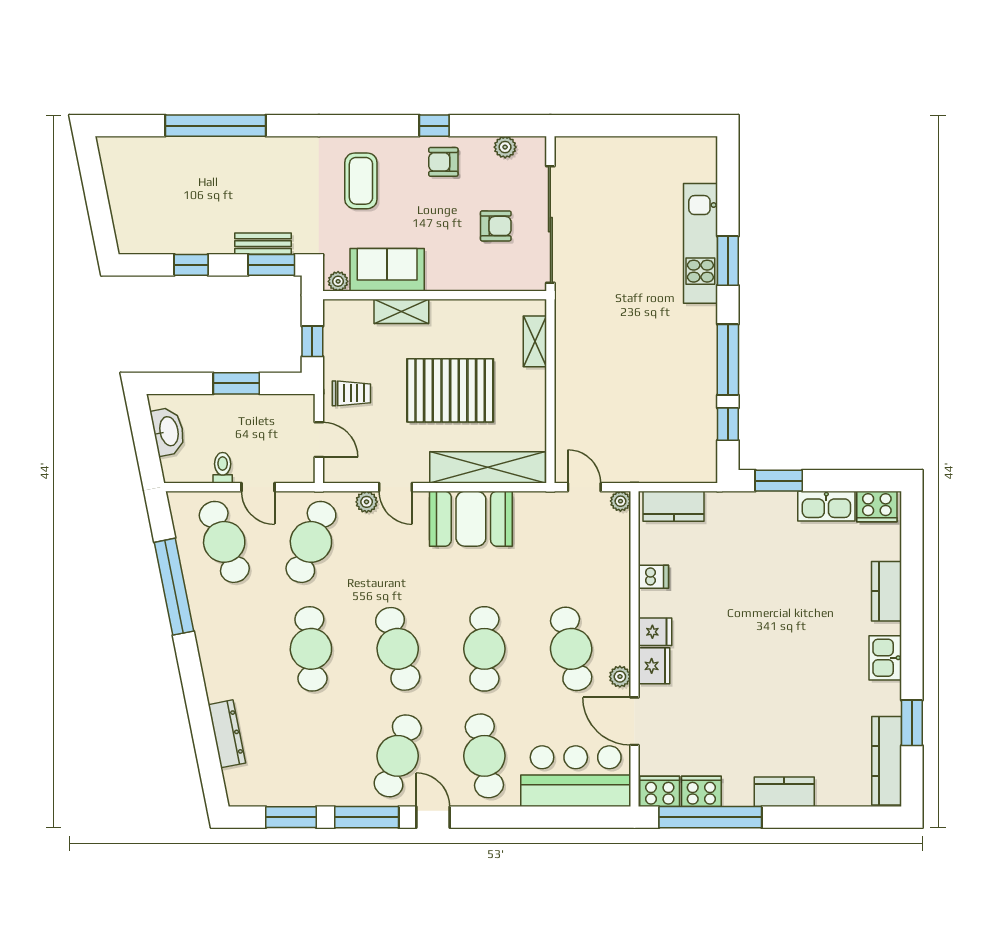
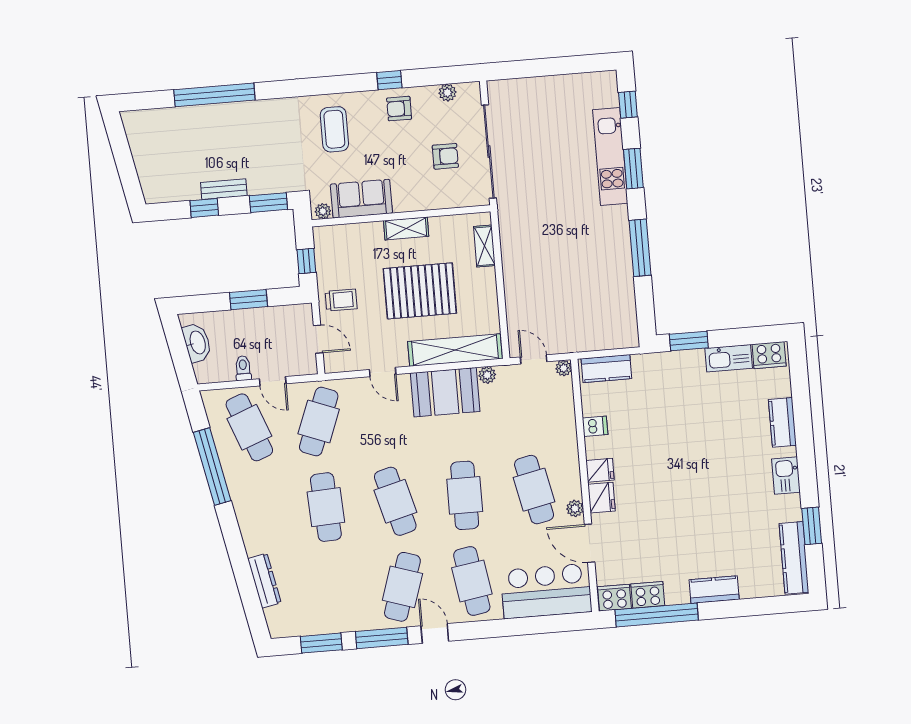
bench: (263, 244) -> (224, 189), moved
shelving: (401, 311) -> (406, 228), moved
window: (728, 424) -> (628, 105), moved
plant: (367, 502) -> (487, 375), moved

